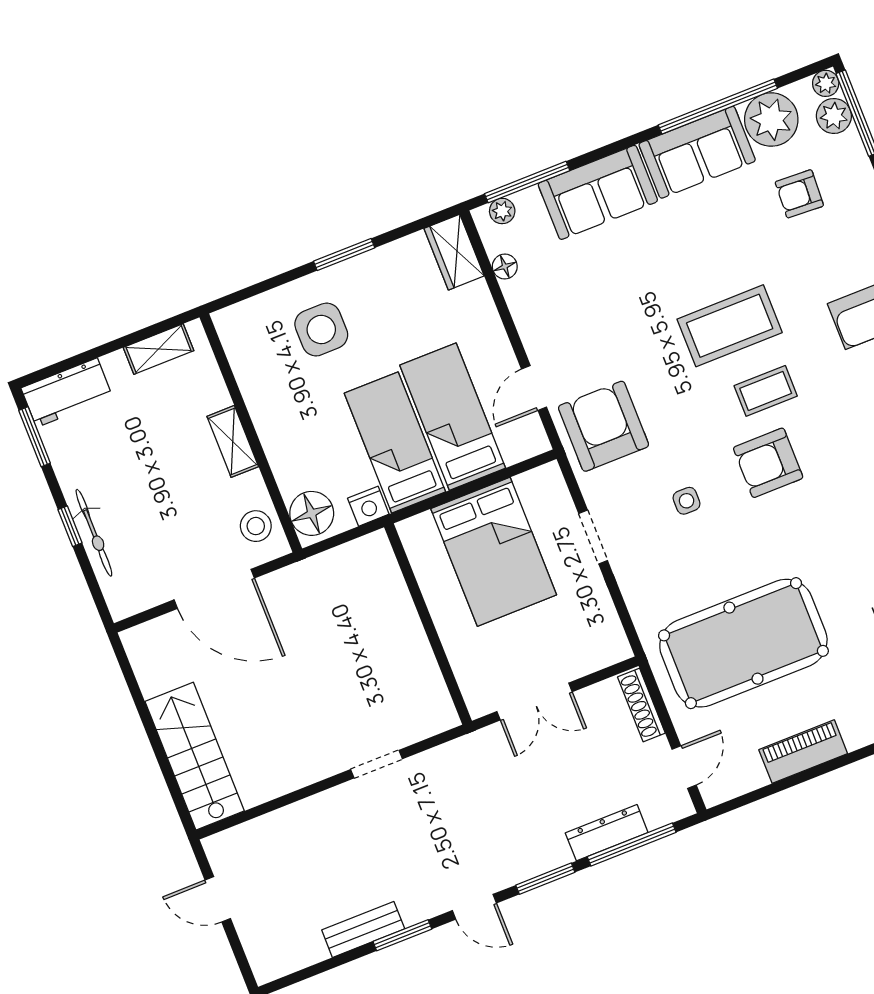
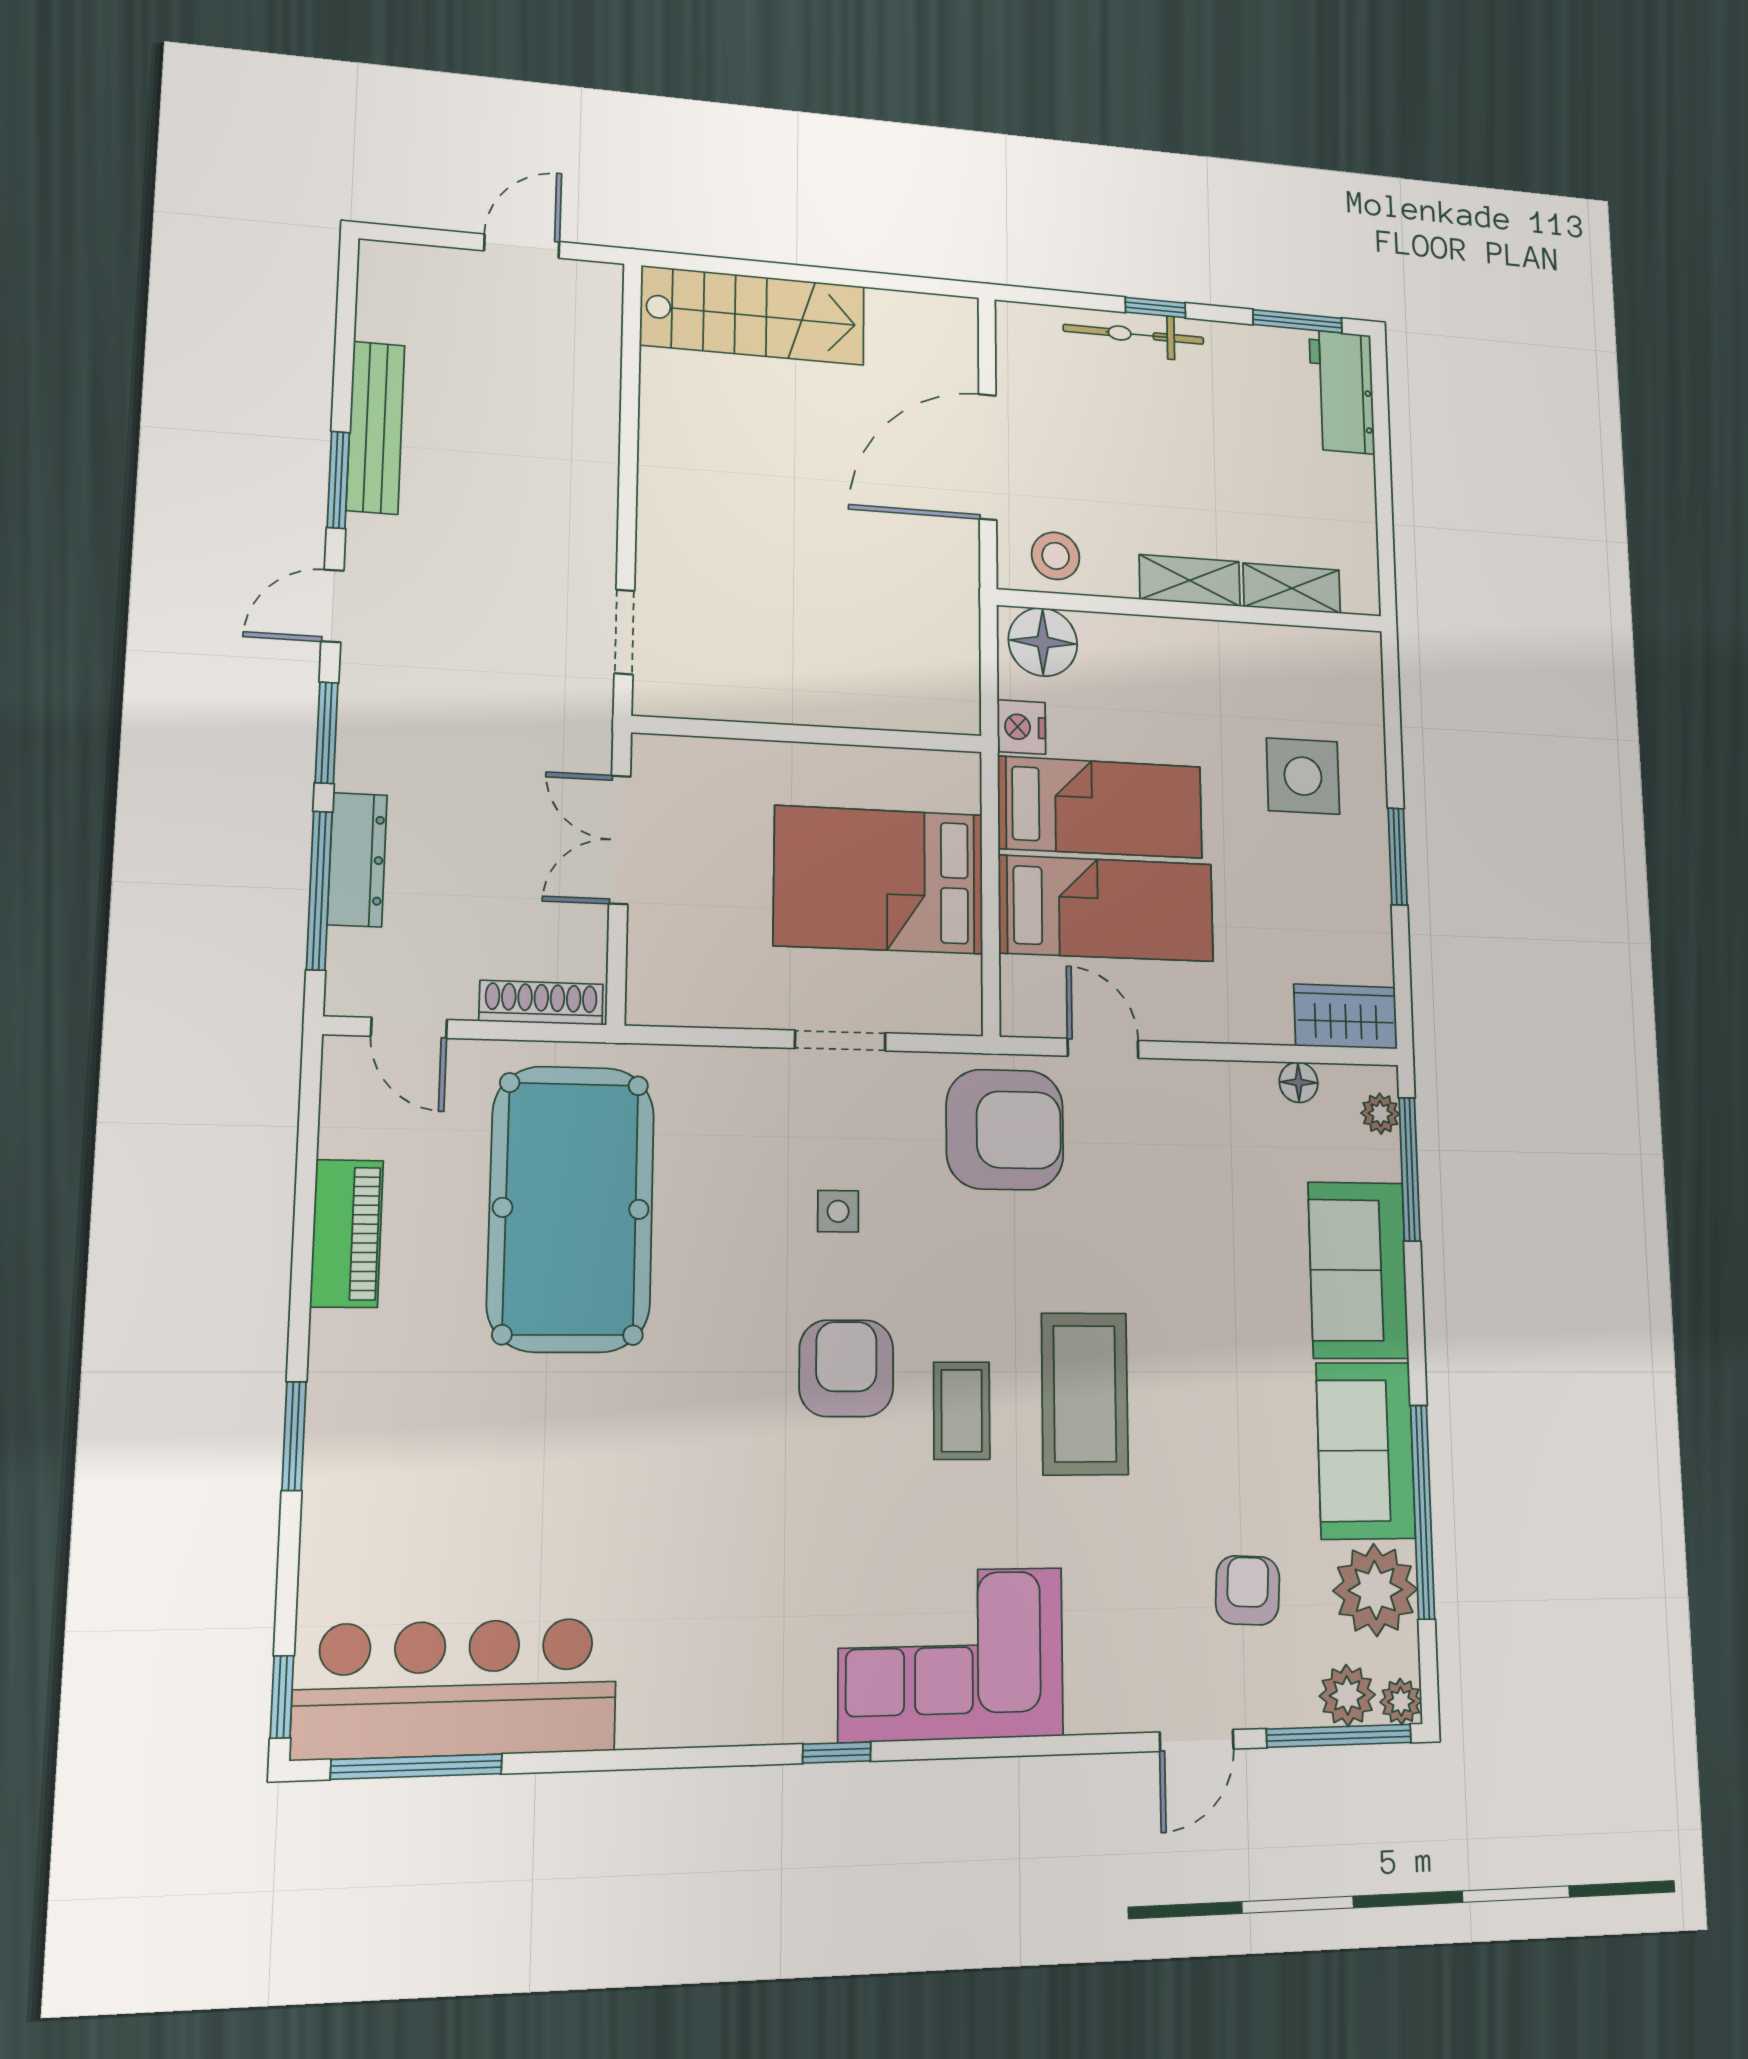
shelving: (159, 349) -> (1292, 588), moved, turned 90
doorway: (376, 764) -> (624, 632), moved
bench: (363, 929) -> (376, 428), width x1.36

